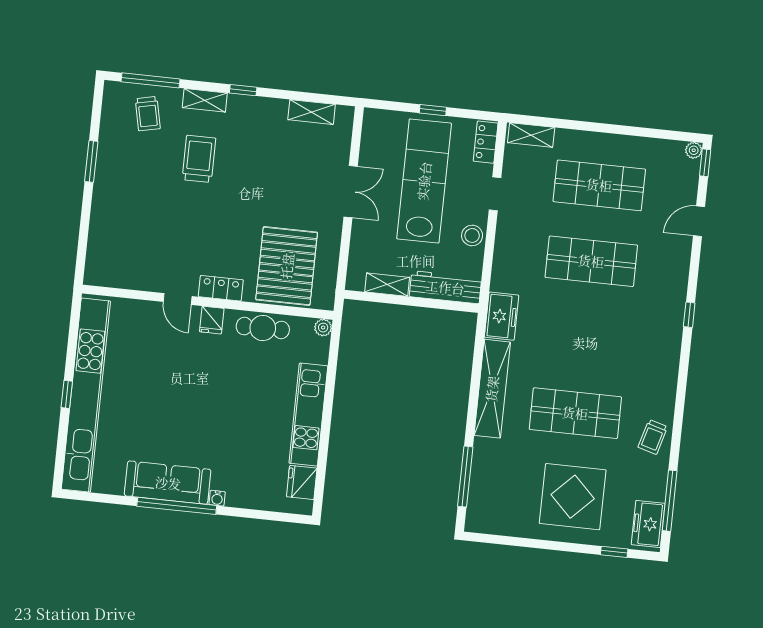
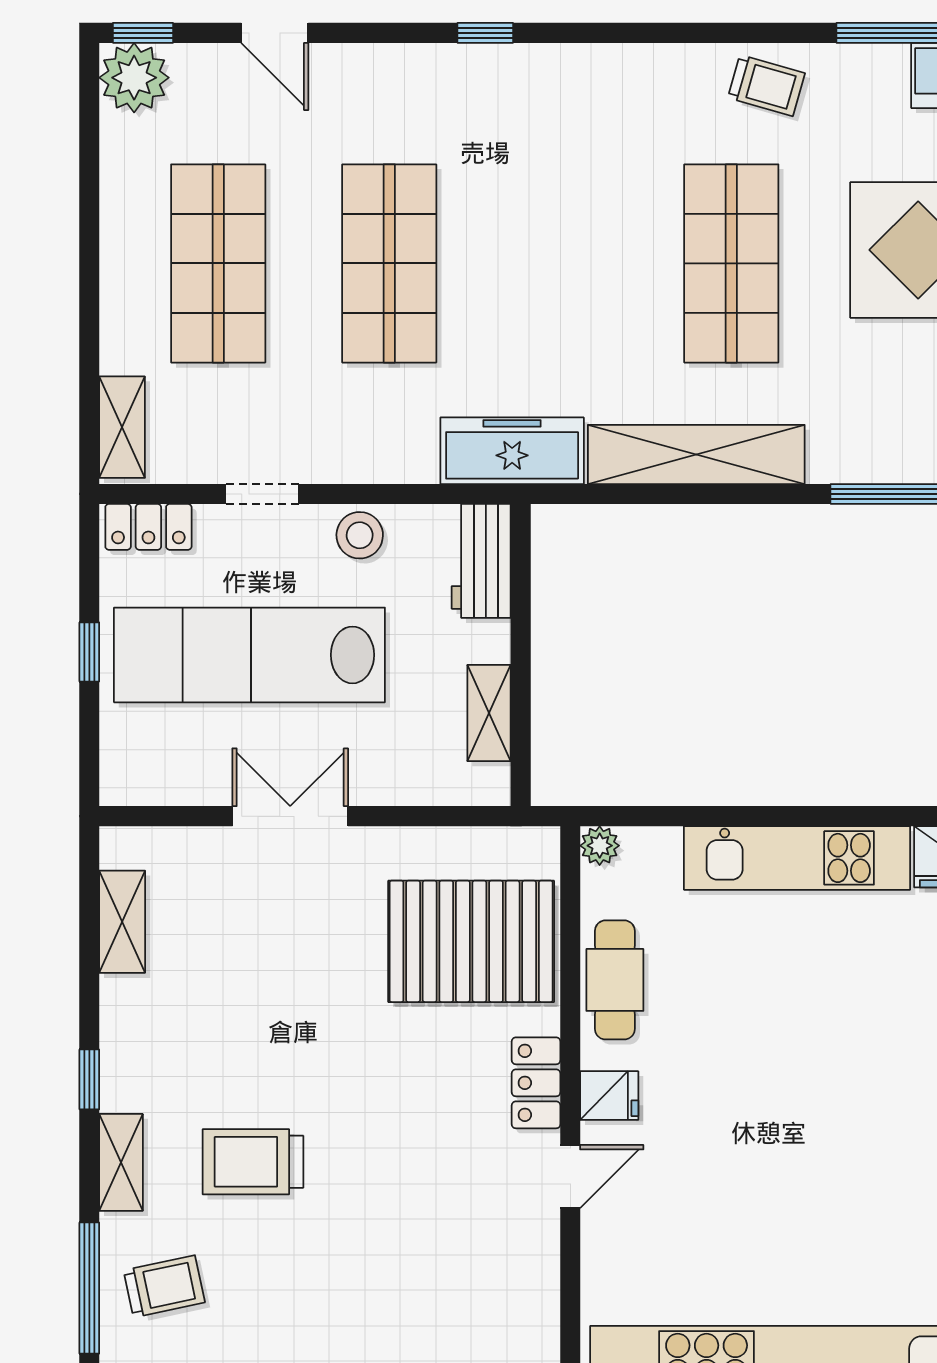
plant: (694, 150) -> (134, 78), width x1.88, depth x1.88
workbench: (445, 287) -> (481, 561), width x0.73
freezer: (502, 316) -> (512, 451), width x1.40

